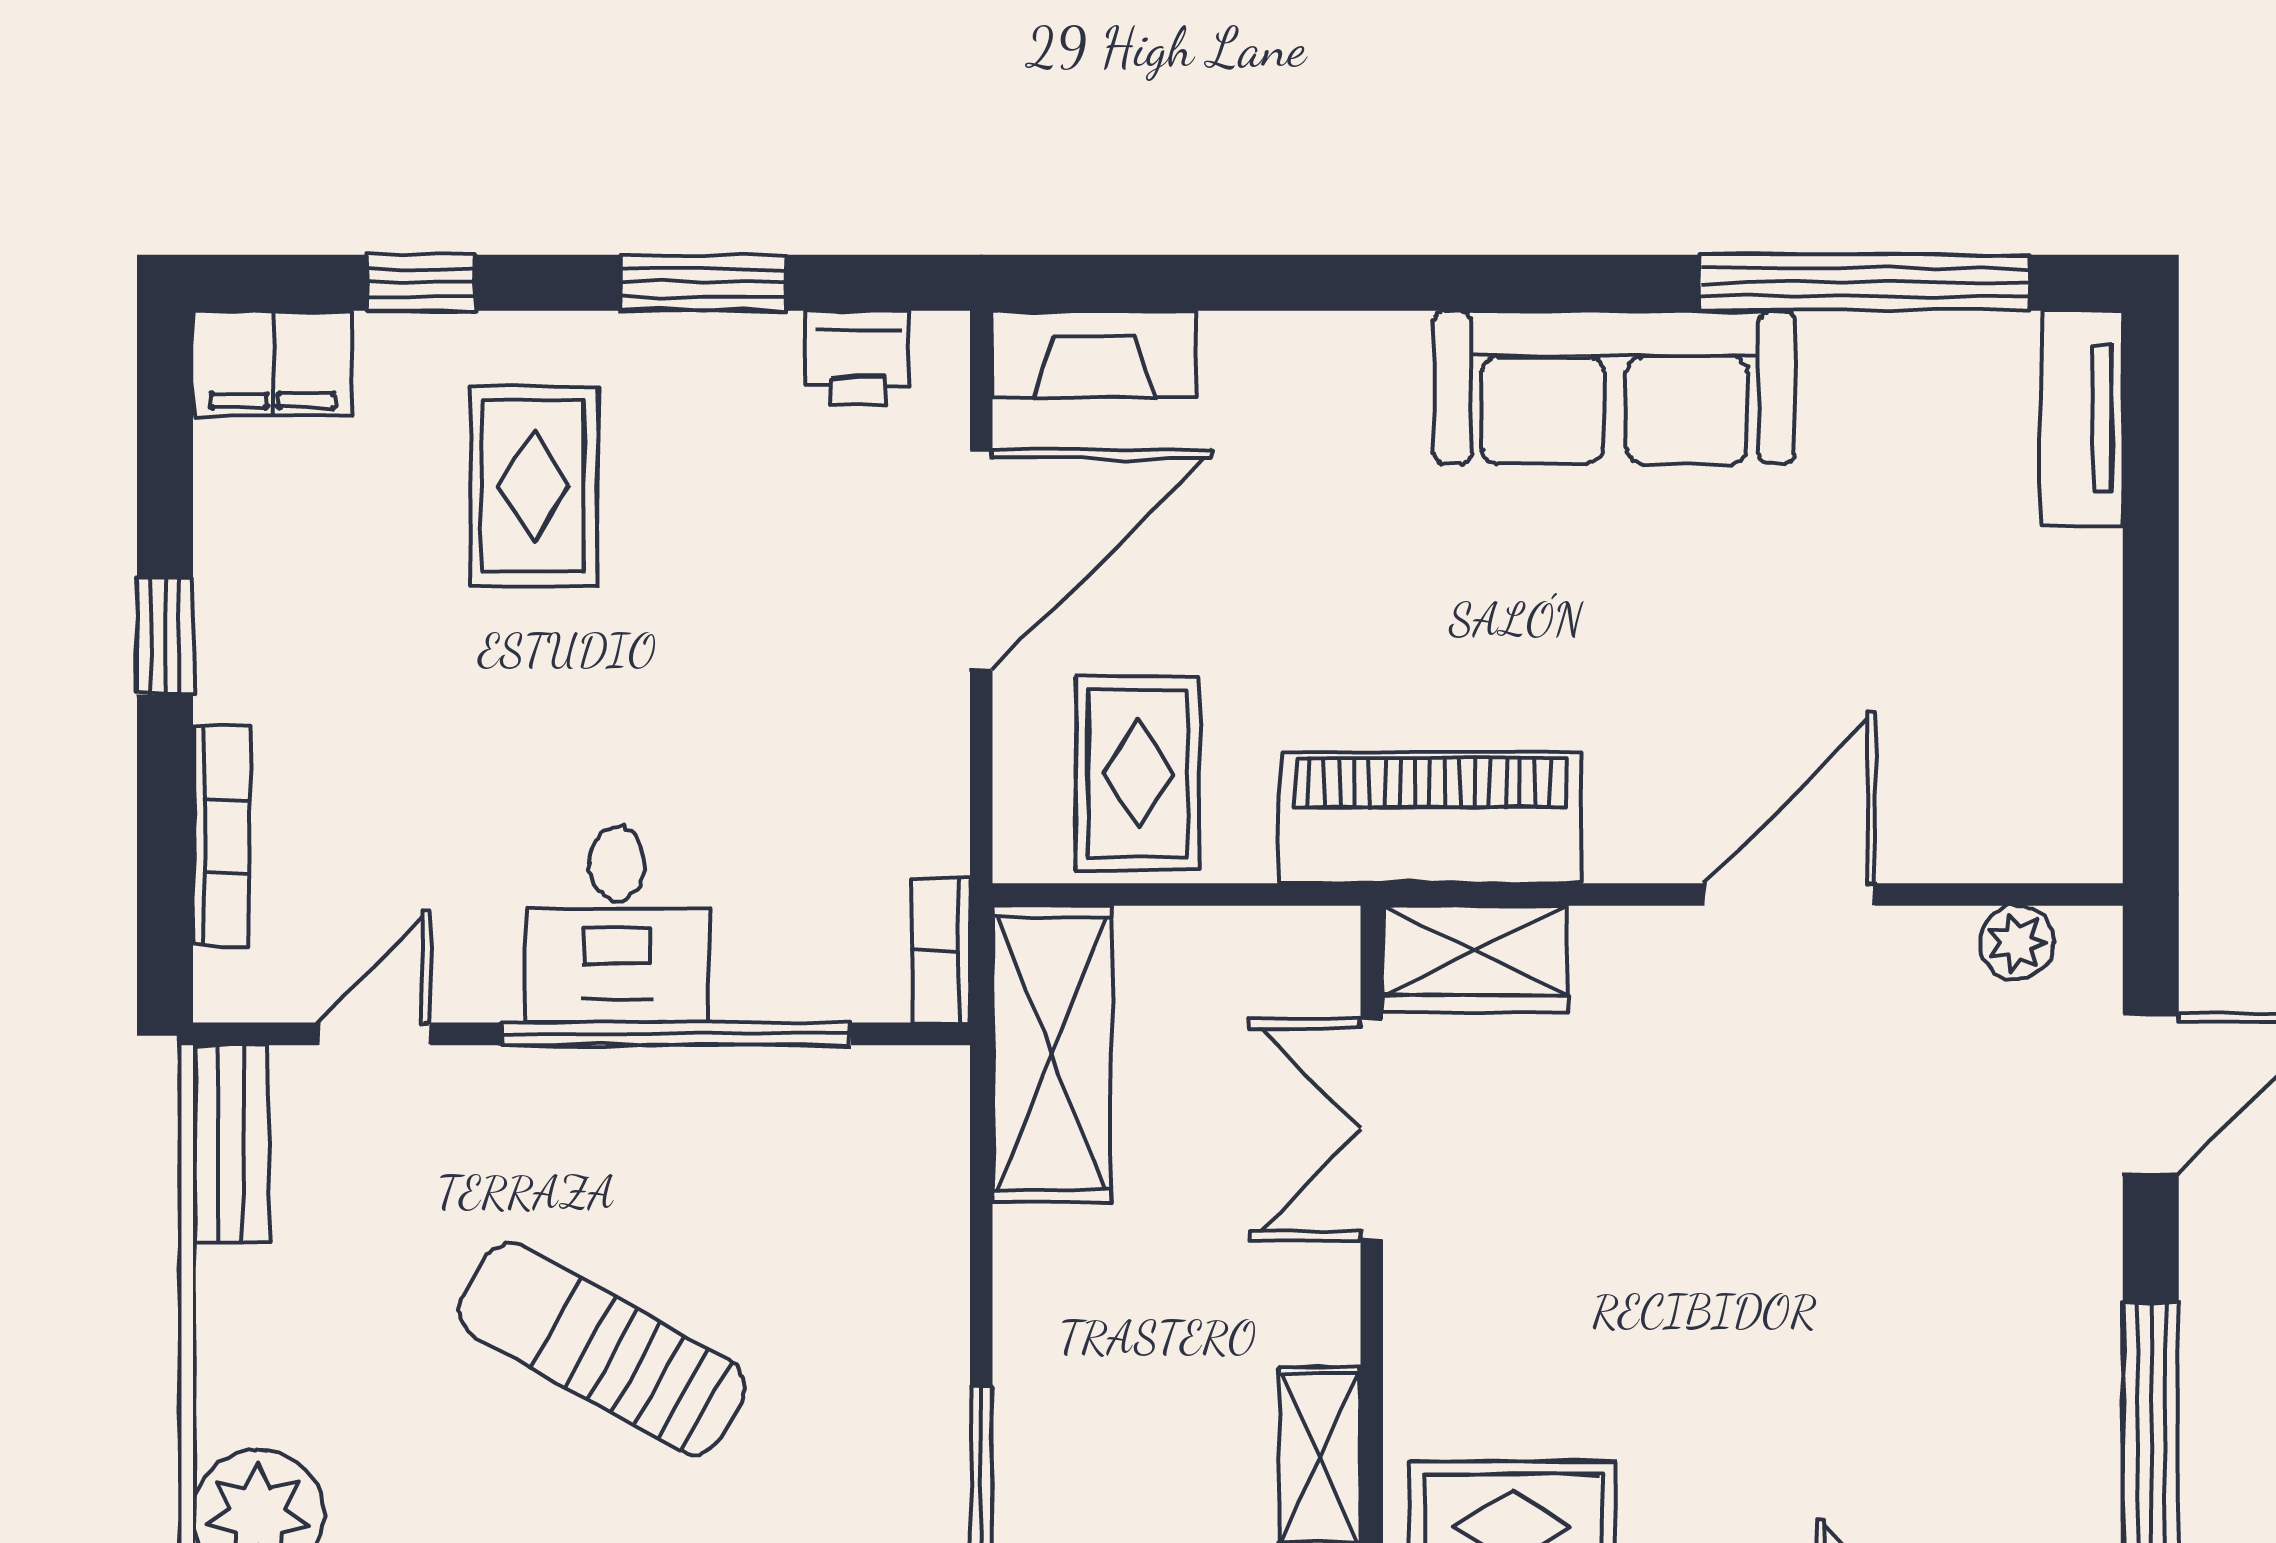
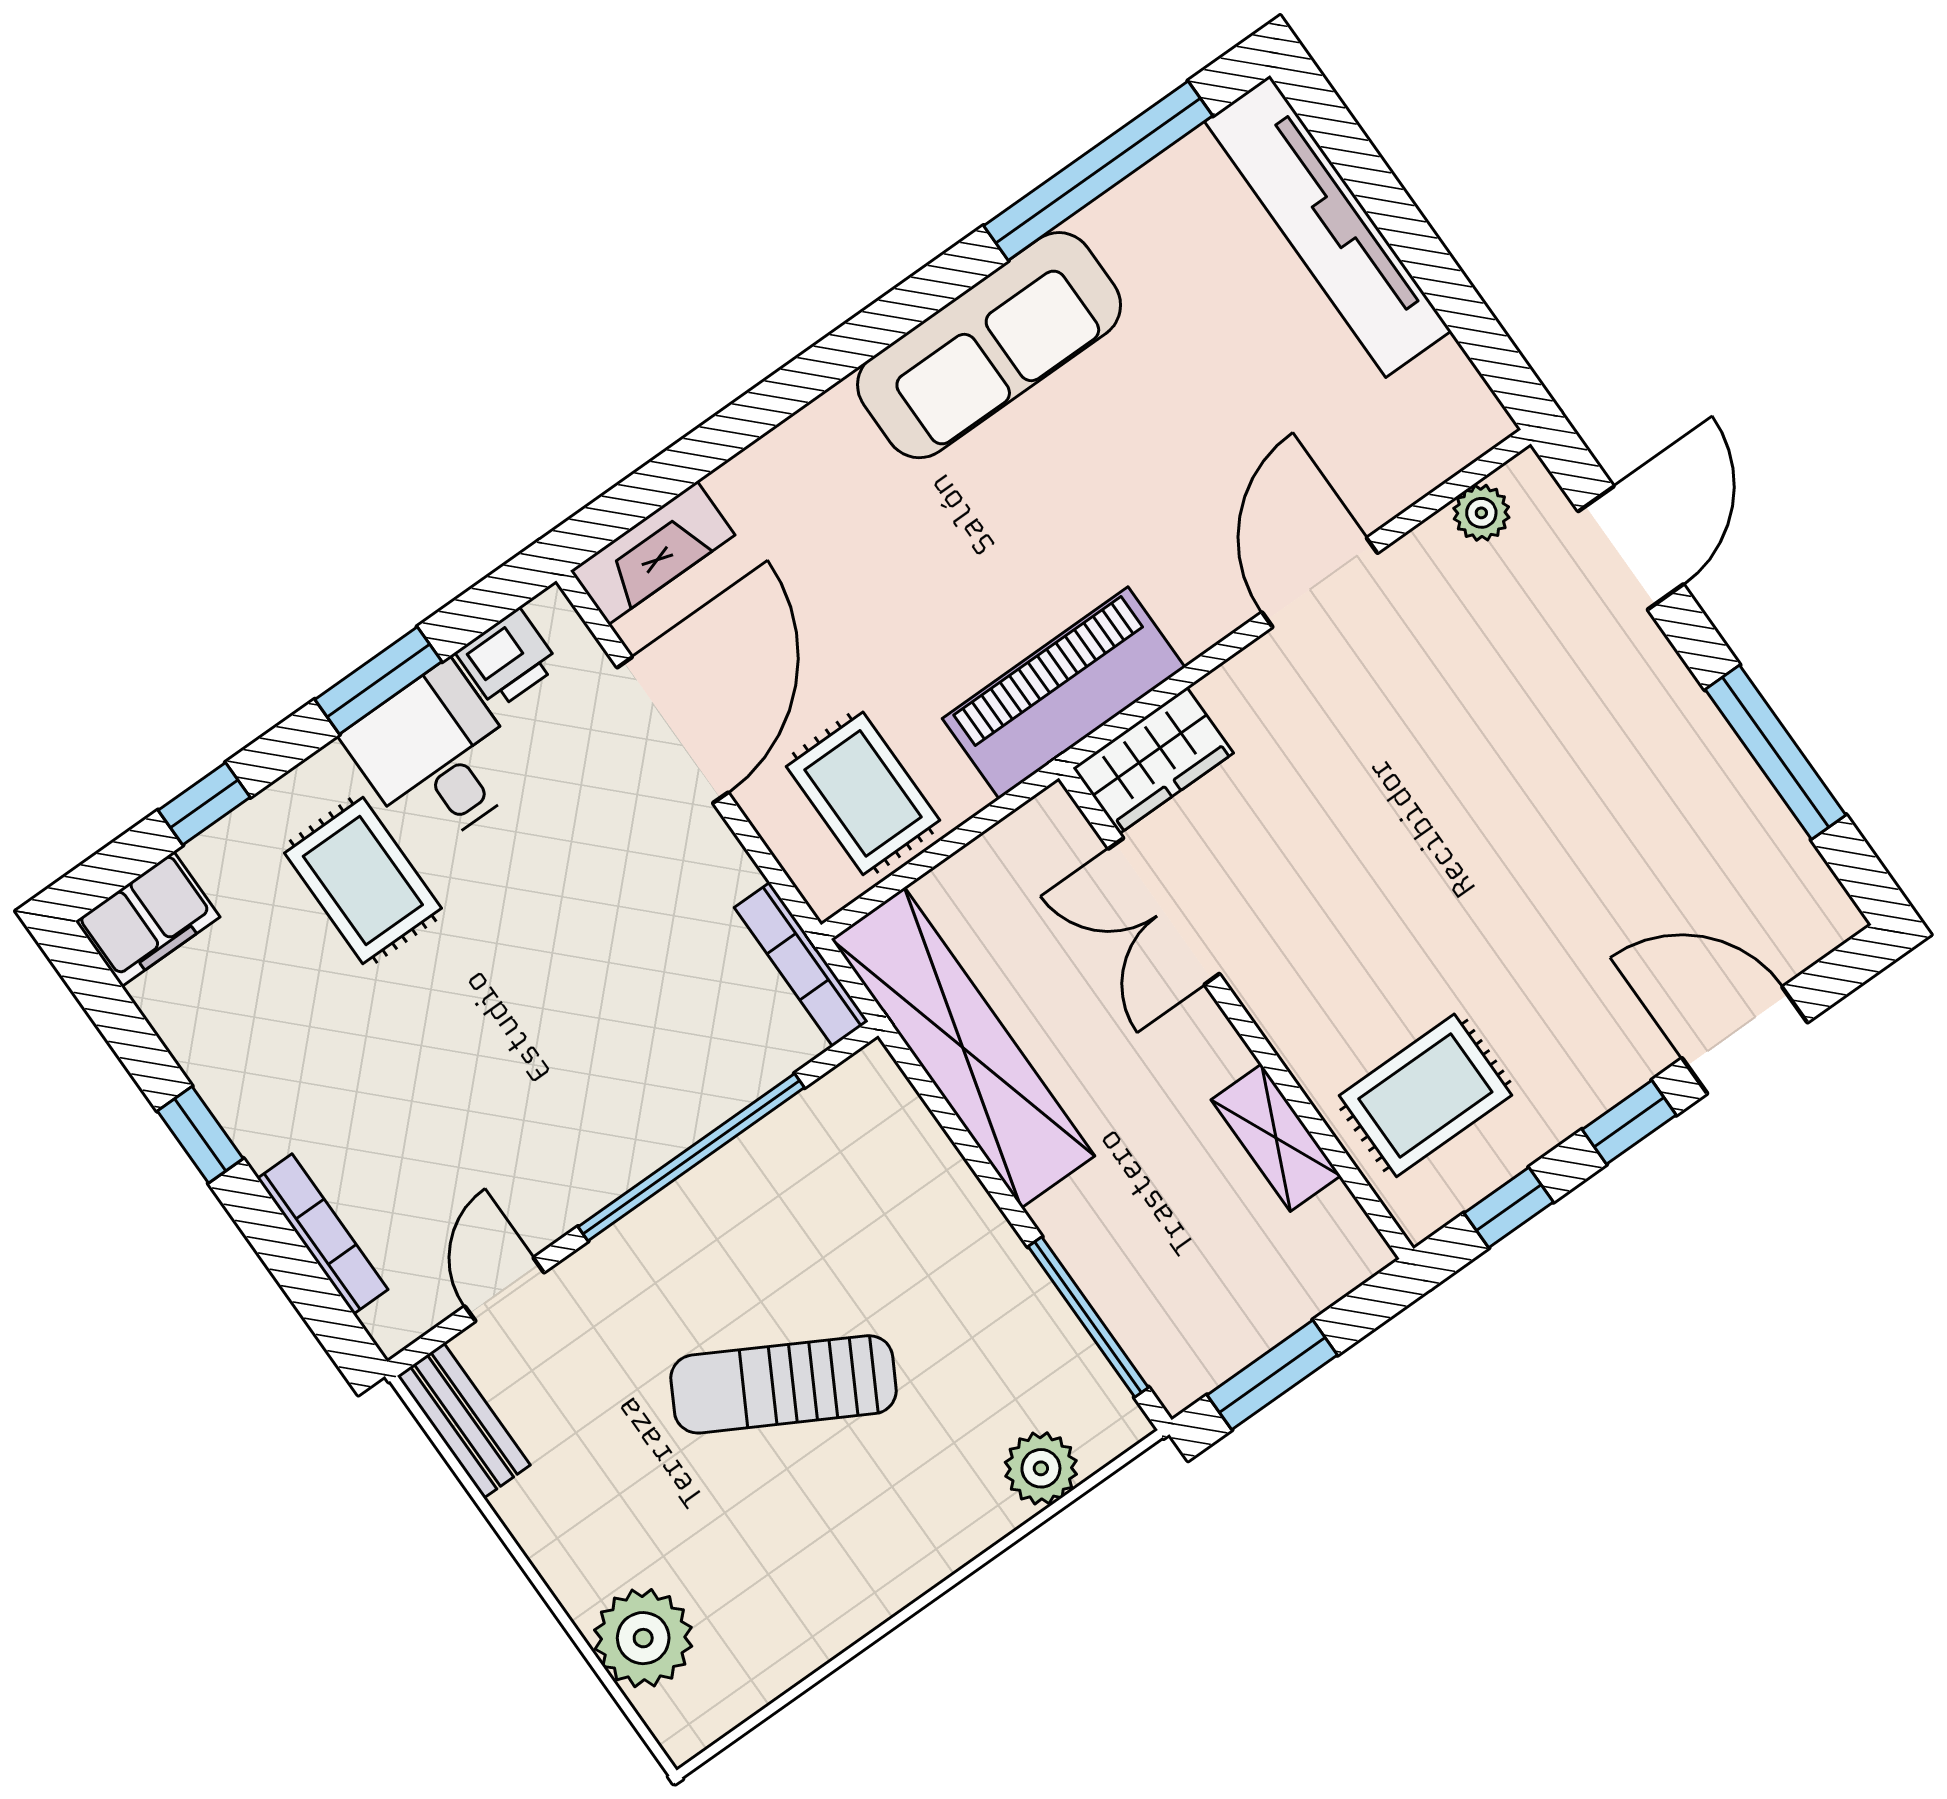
tv unit: (2082, 418) -> (1328, 226), width x1.92, depth x1.29
desk: (617, 924) -> (437, 757), moved, turned 180
bookcase: (941, 951) -> (801, 964), width x1.56
shelving: (1052, 1054) -> (963, 1048), width x1.47

